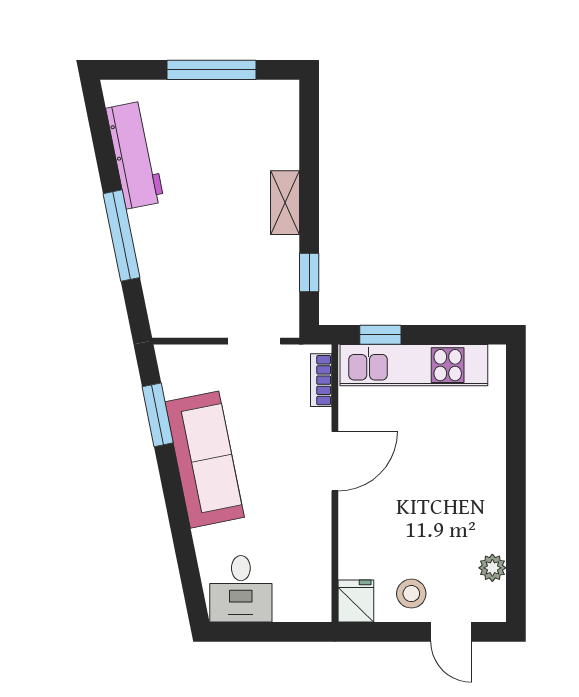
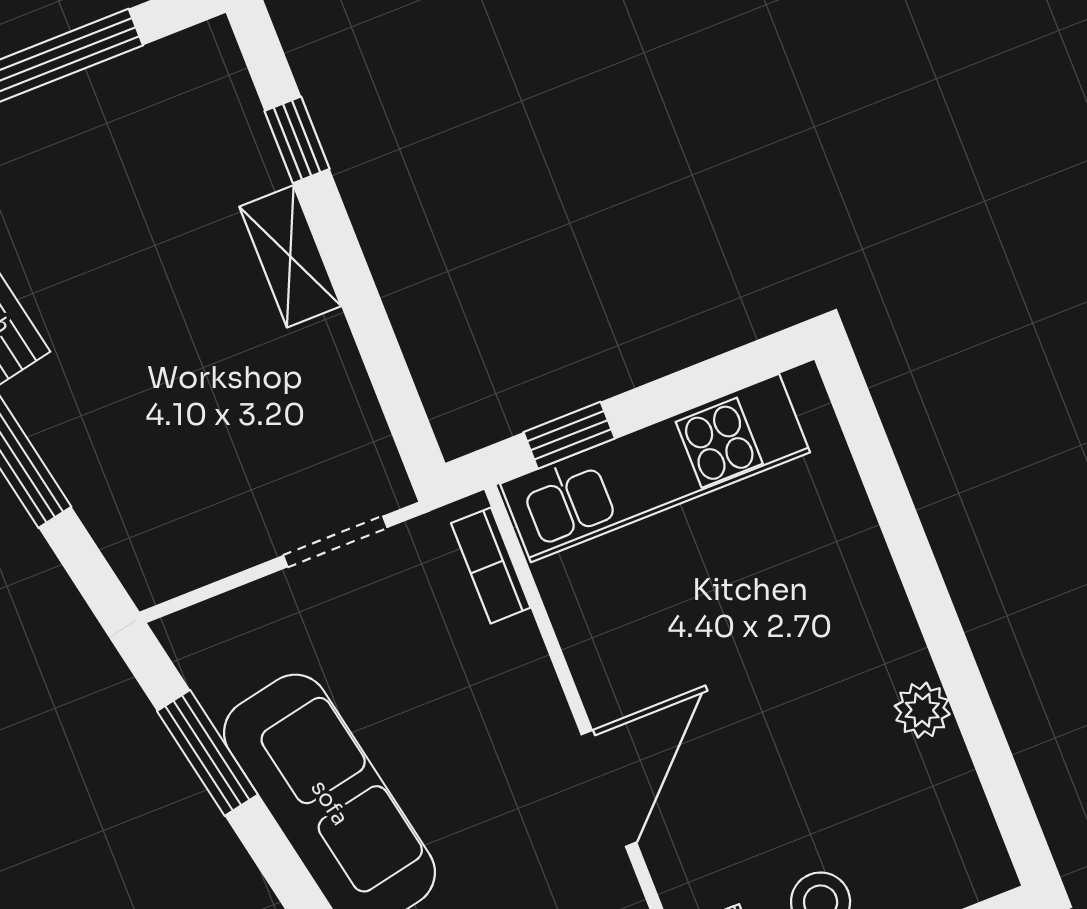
window: (309, 273) -> (297, 140), moved
door: (335, 461) -> (609, 788), moved
plant: (492, 568) -> (922, 710), moved

